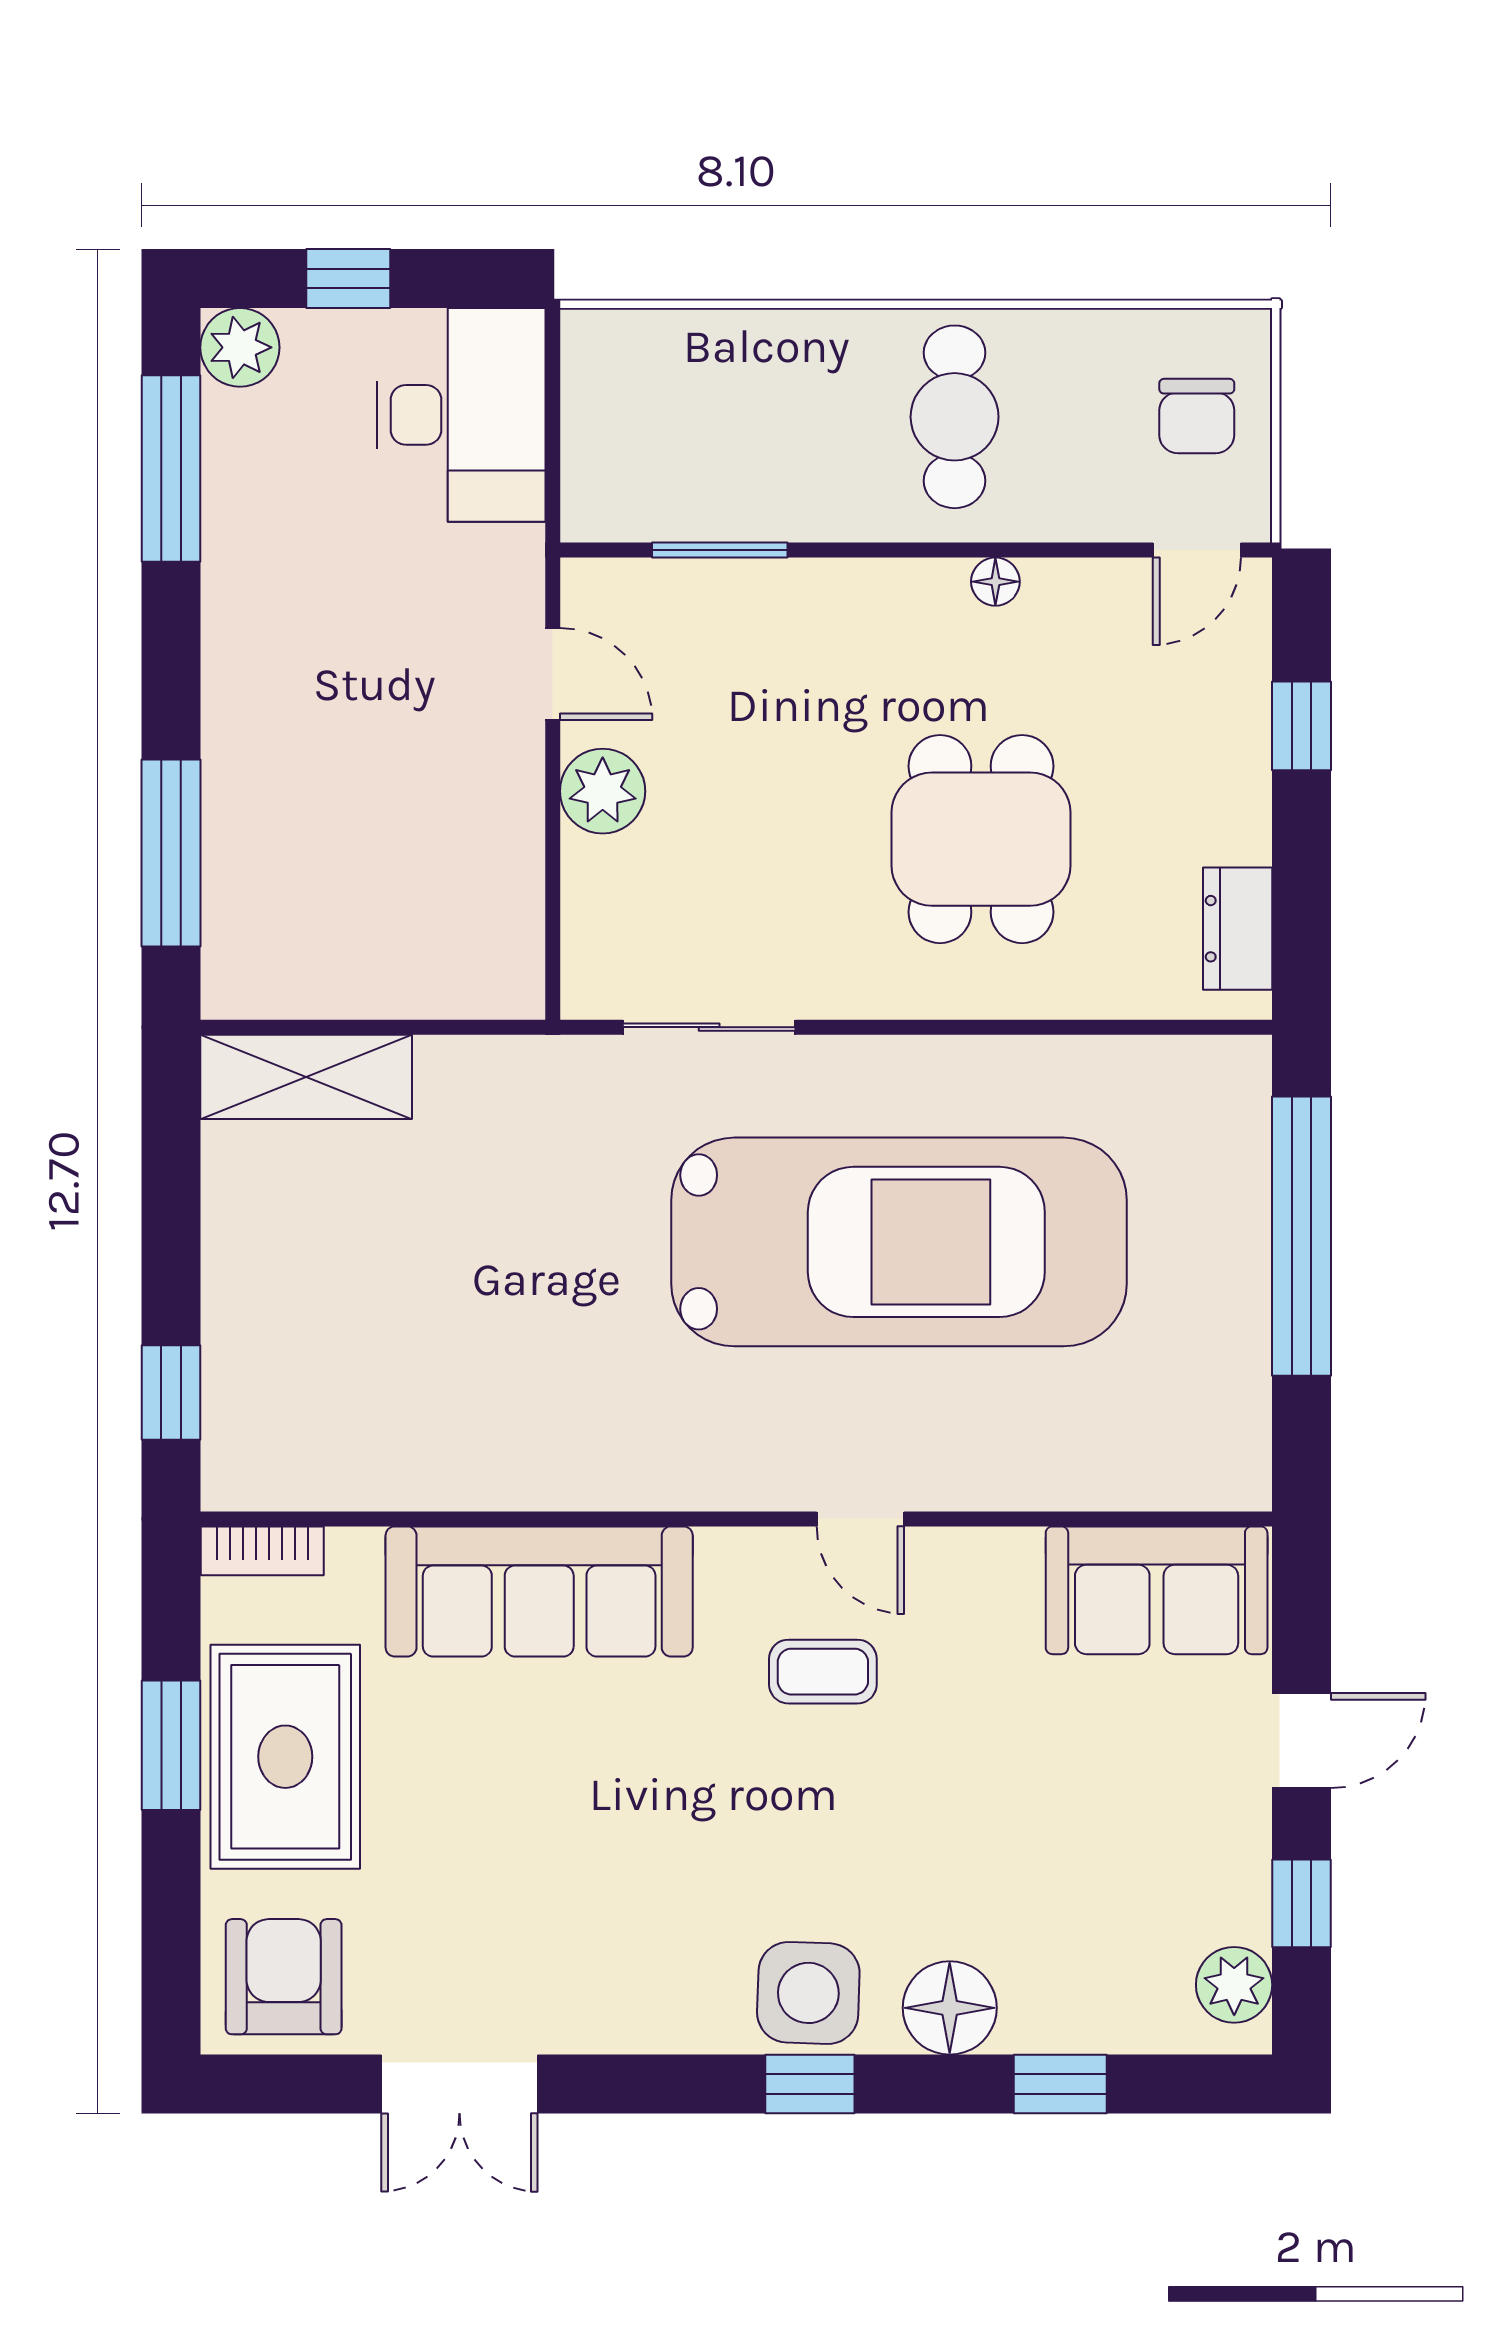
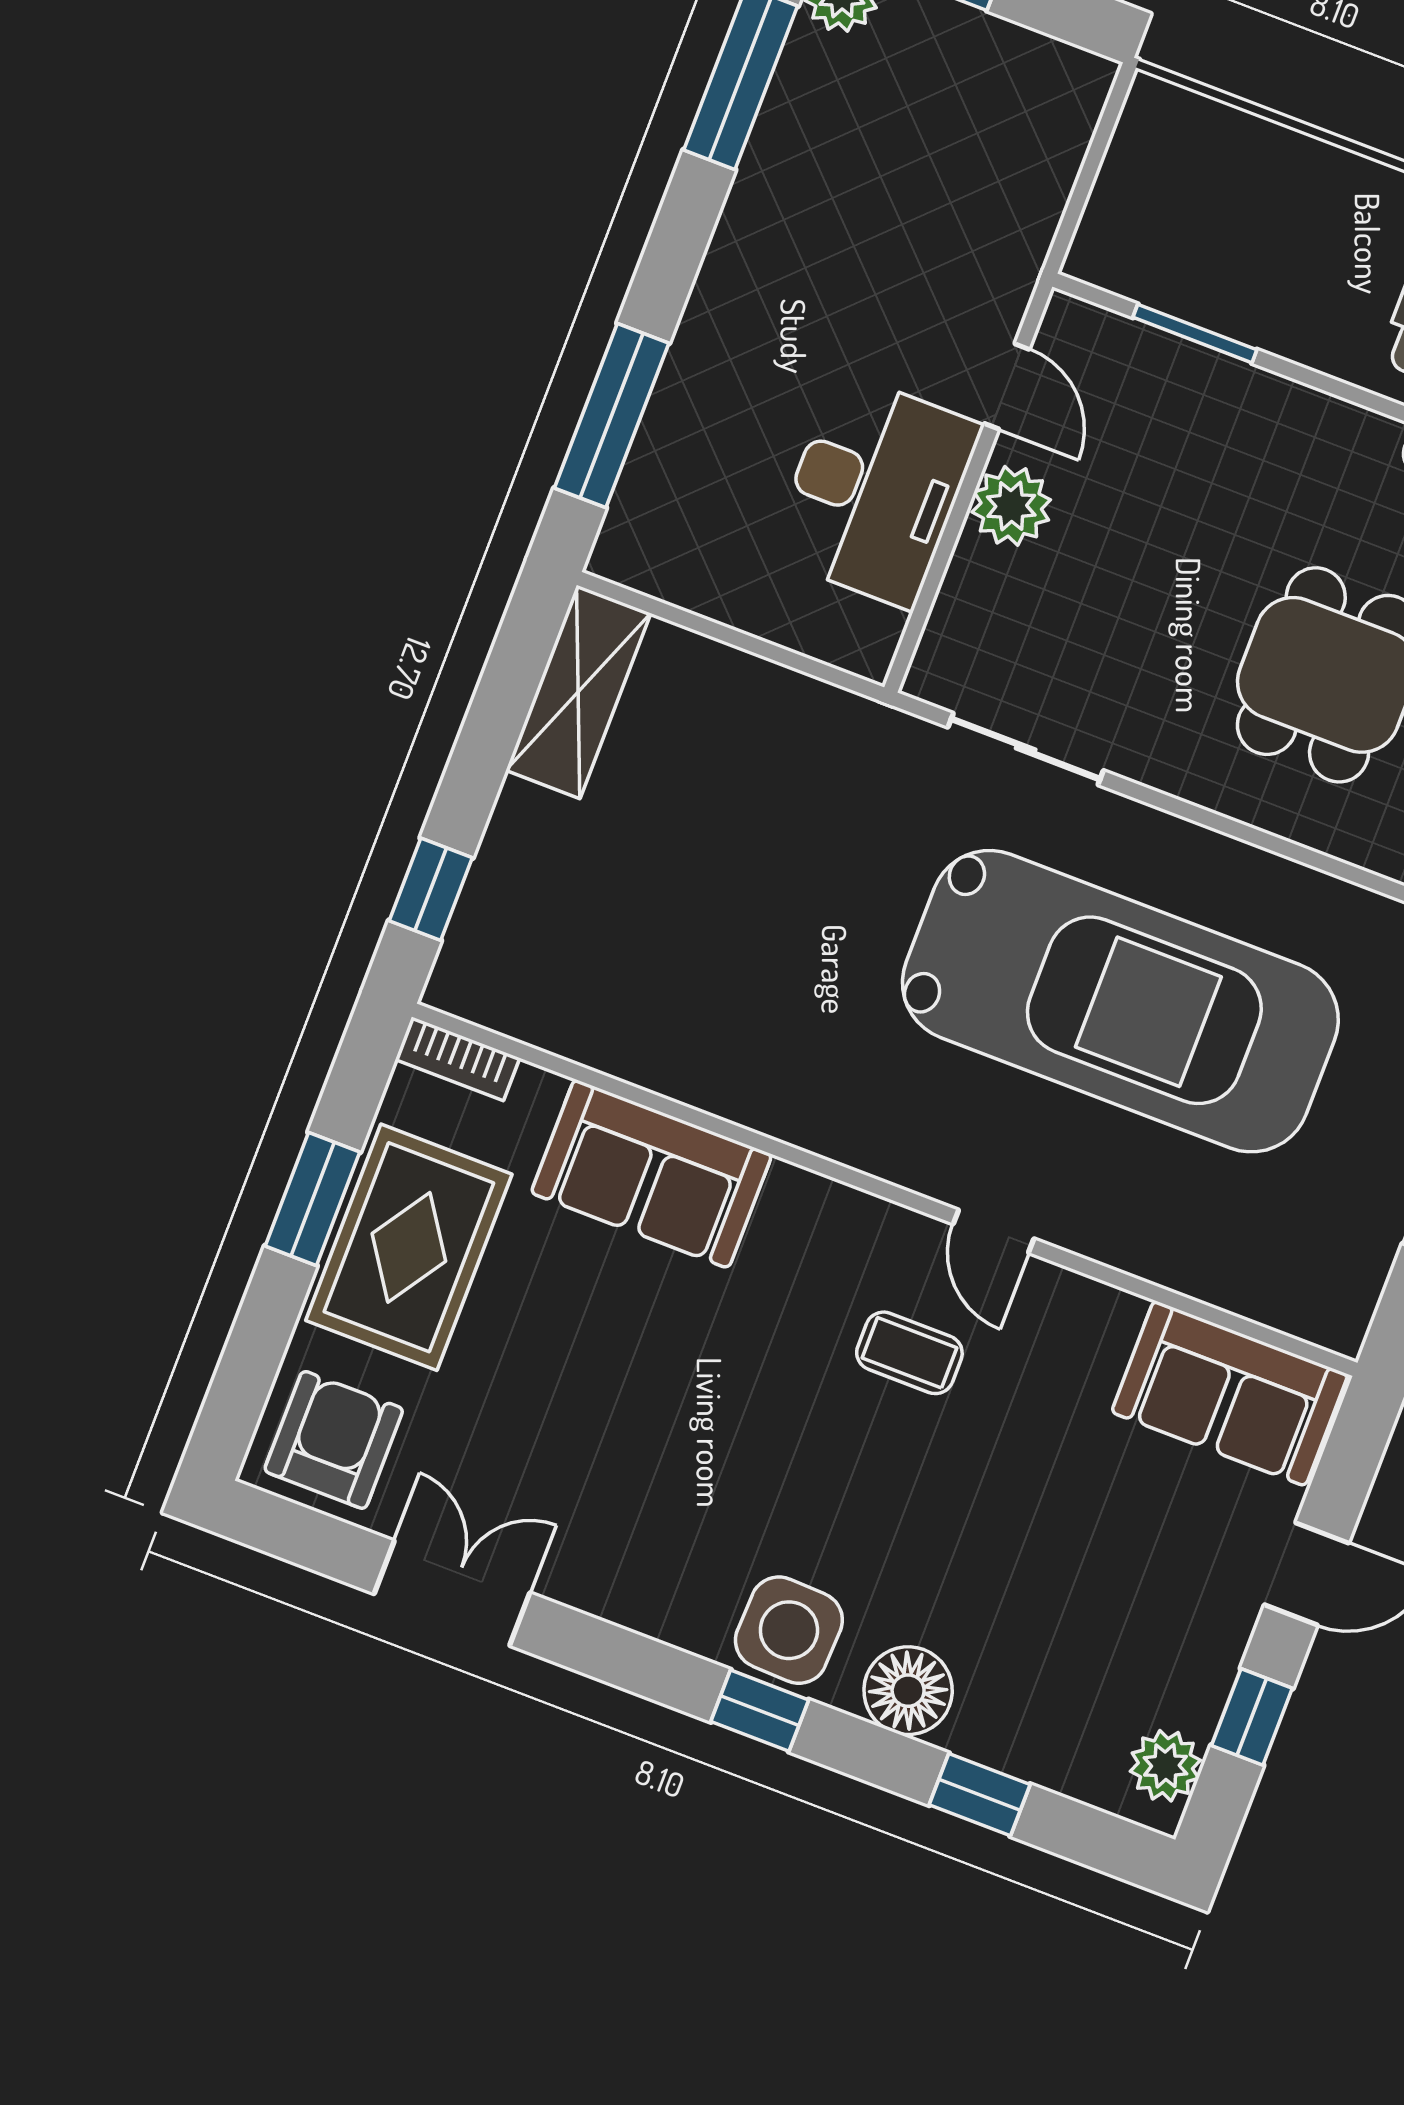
desk: (461, 415) -> (875, 491), moved
shelving: (306, 1077) -> (578, 692), moved, turned 90
sofa: (539, 1591) -> (651, 1174), width x0.73
double door: (459, 2084) -> (452, 1593), swing flipped

